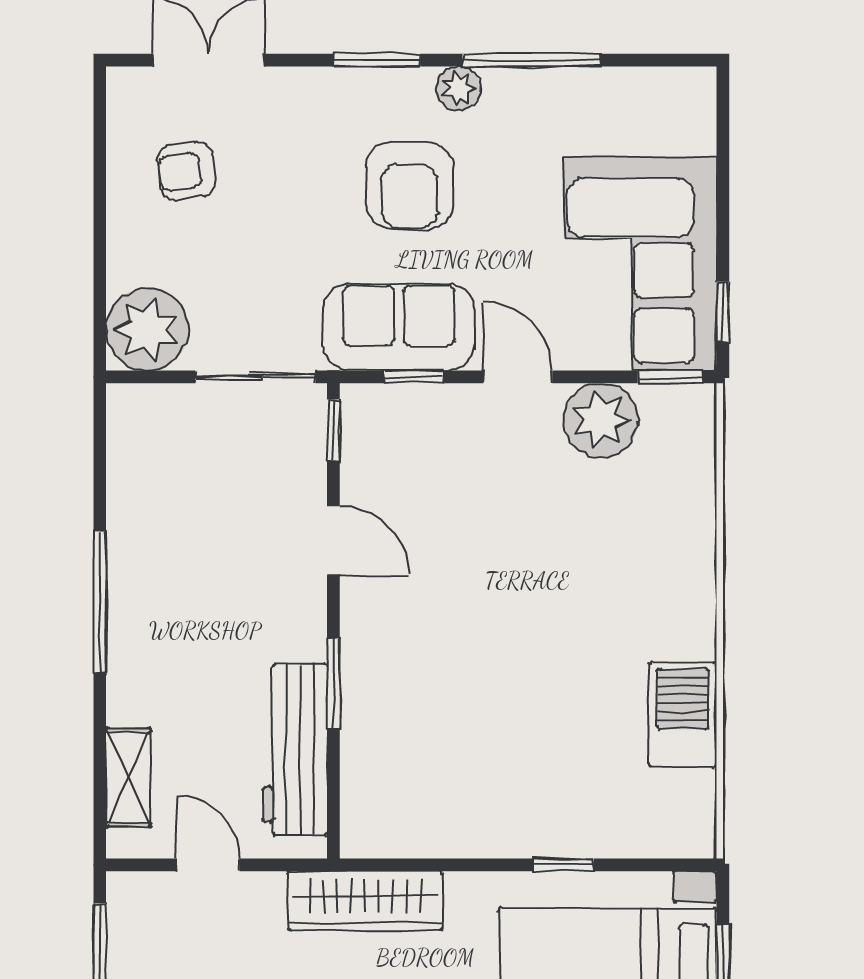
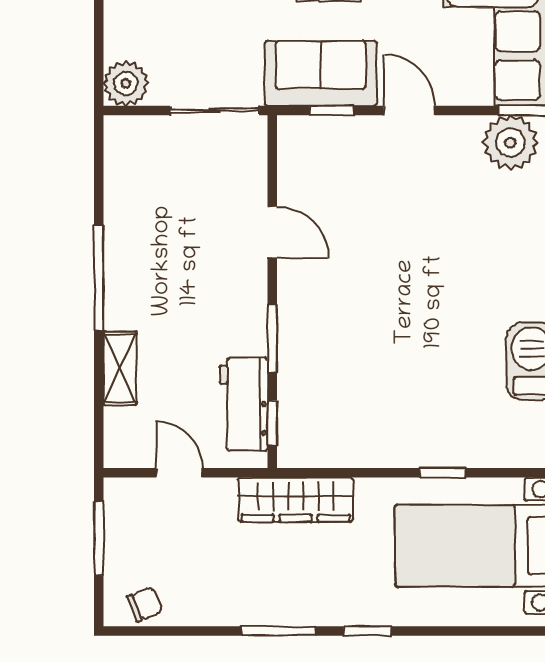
plant: (147, 329) -> (126, 83), width x0.73, depth x0.73
plant: (601, 420) -> (510, 143), moved
window: (333, 430) -> (272, 423), moved
workbench: (295, 749) -> (244, 404), width x0.73
shelving: (128, 778) -> (120, 368), moved

